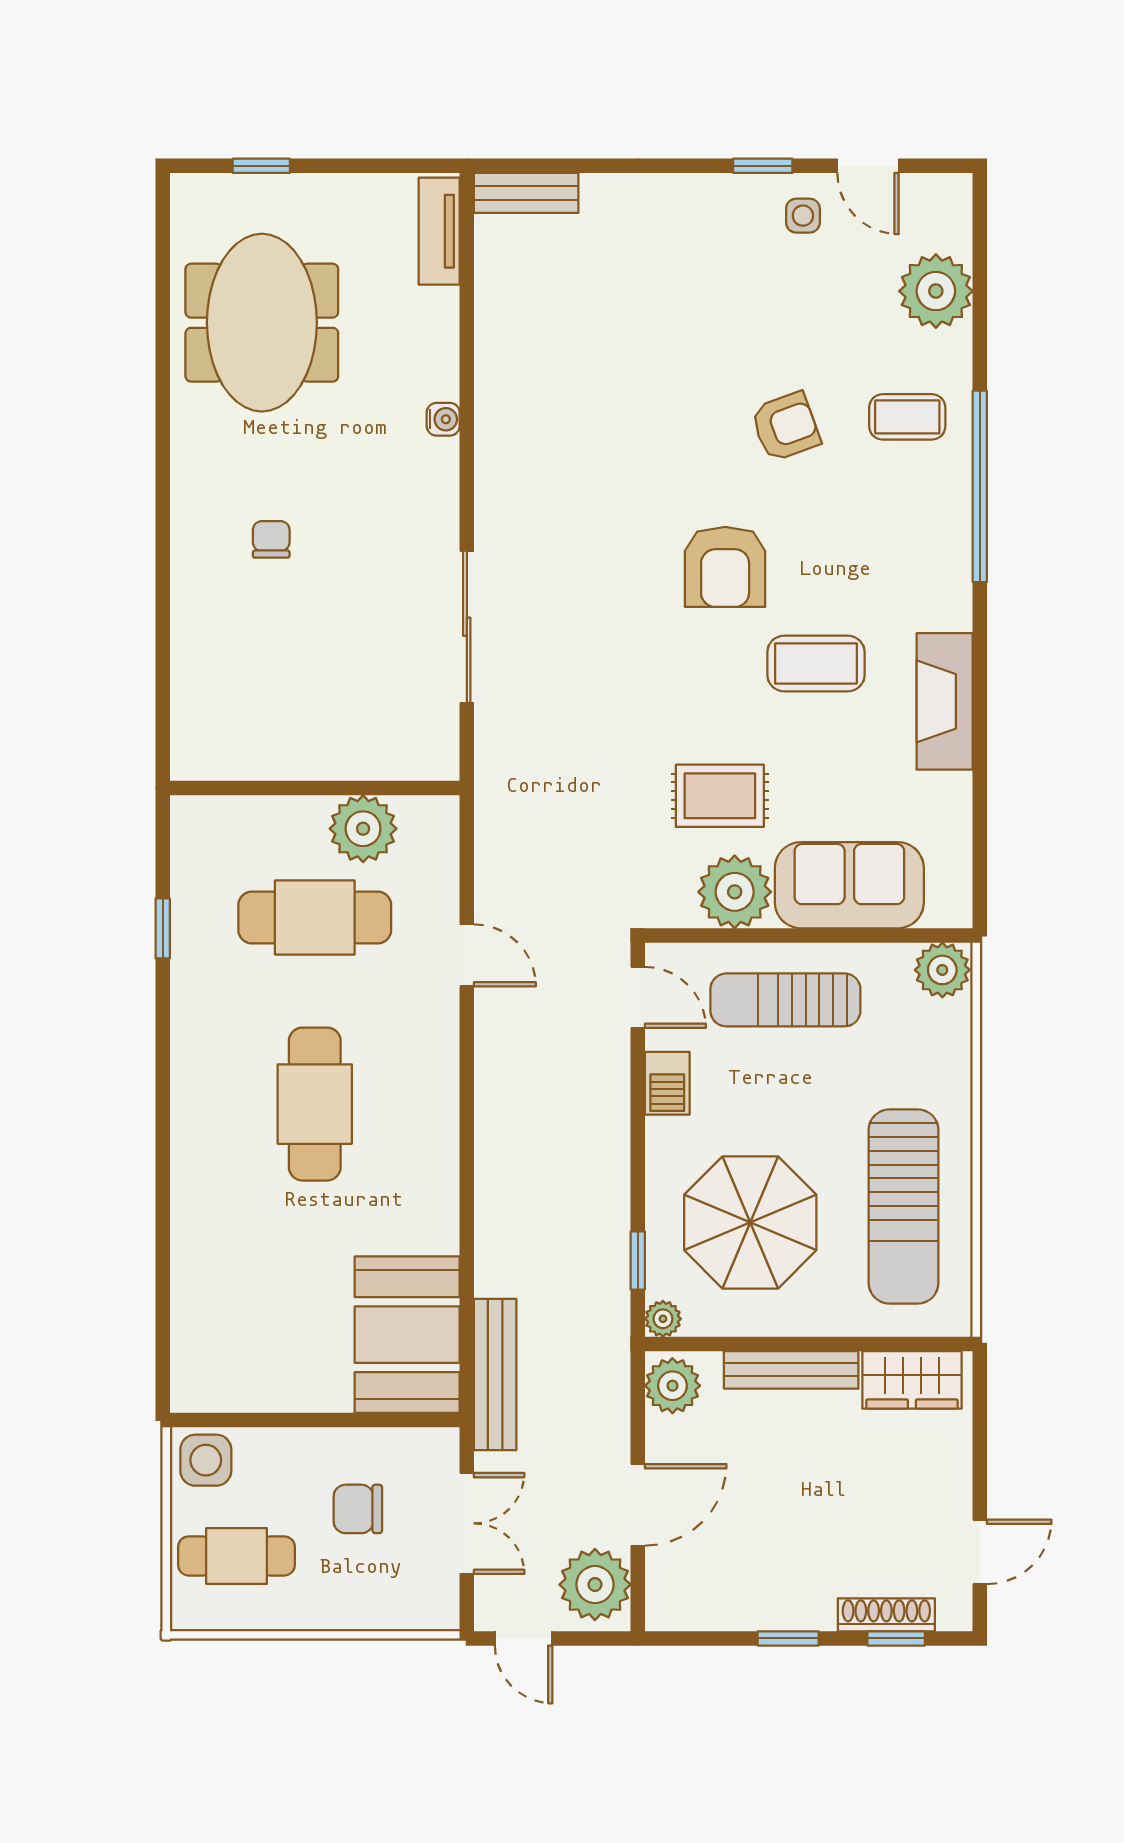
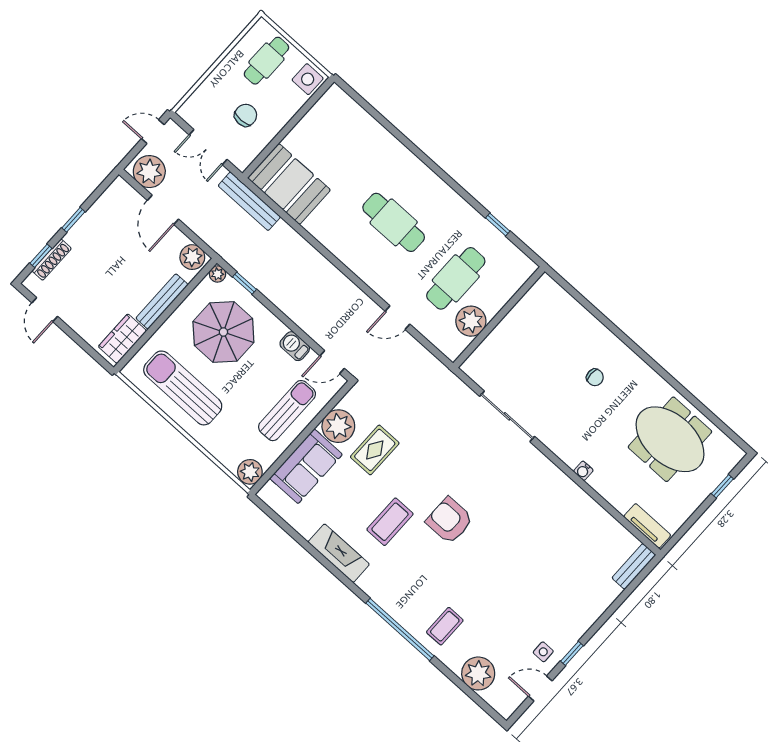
armchair: (786, 427) -> (478, 583), removed

